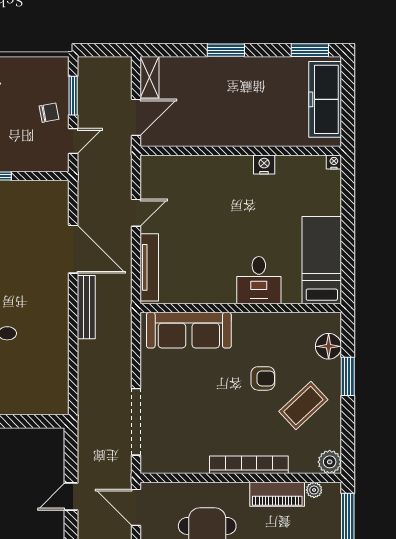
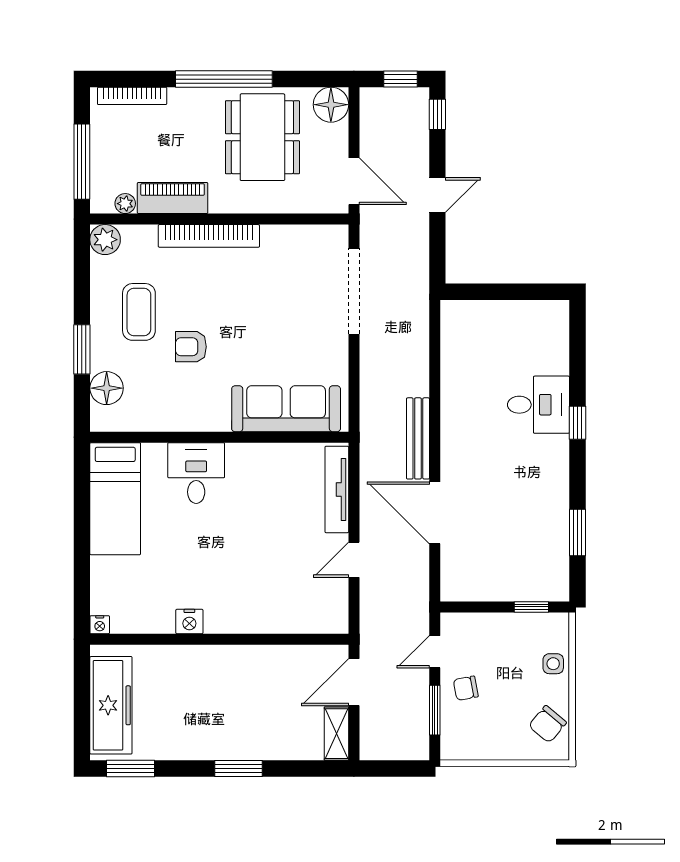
coffee table: (303, 406) -> (139, 312), turned -47

